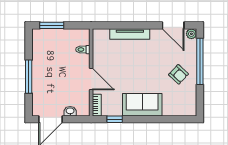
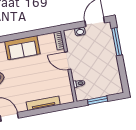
window: (52, 25) -> (98, 100), moved
window: (29, 77) -> (117, 42), moved
window: (115, 119) -> (43, 32), removed

